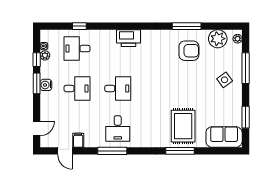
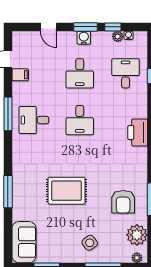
rug: (183, 126) -> (67, 191), moved
door: (37, 128) -> (49, 27), moved

